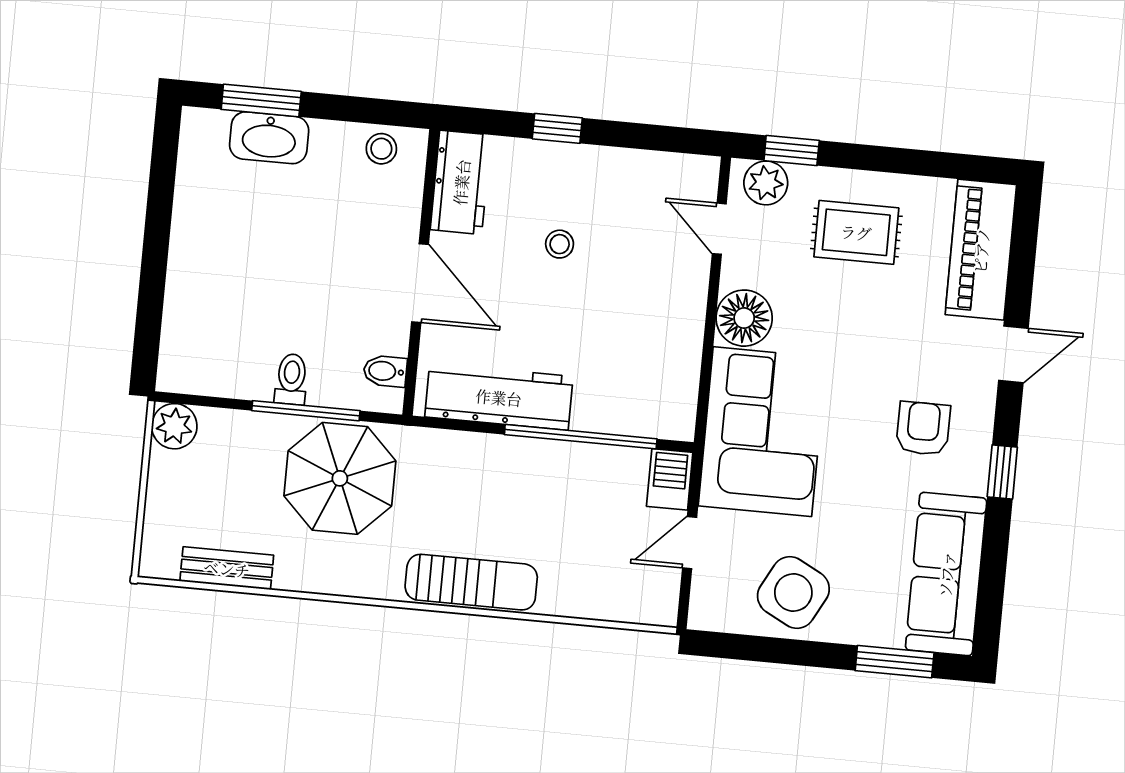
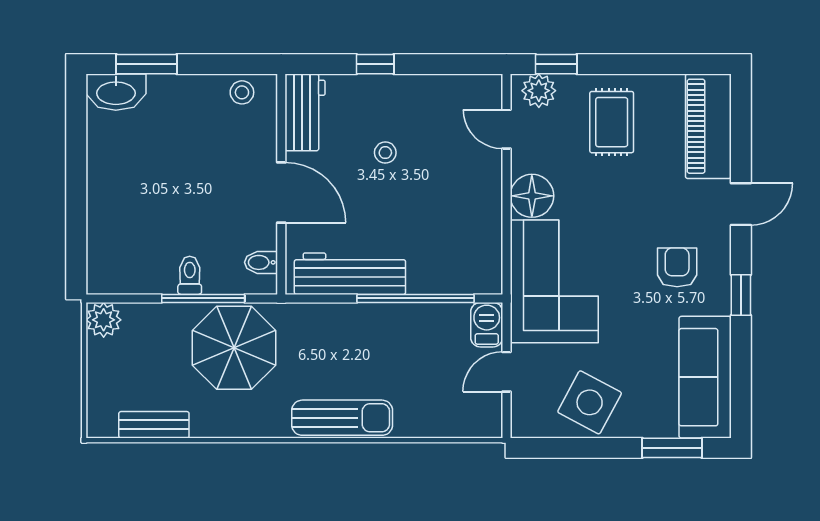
washbasin: (269, 138) -> (116, 92), moved
rug: (856, 232) -> (612, 122), turned 90

